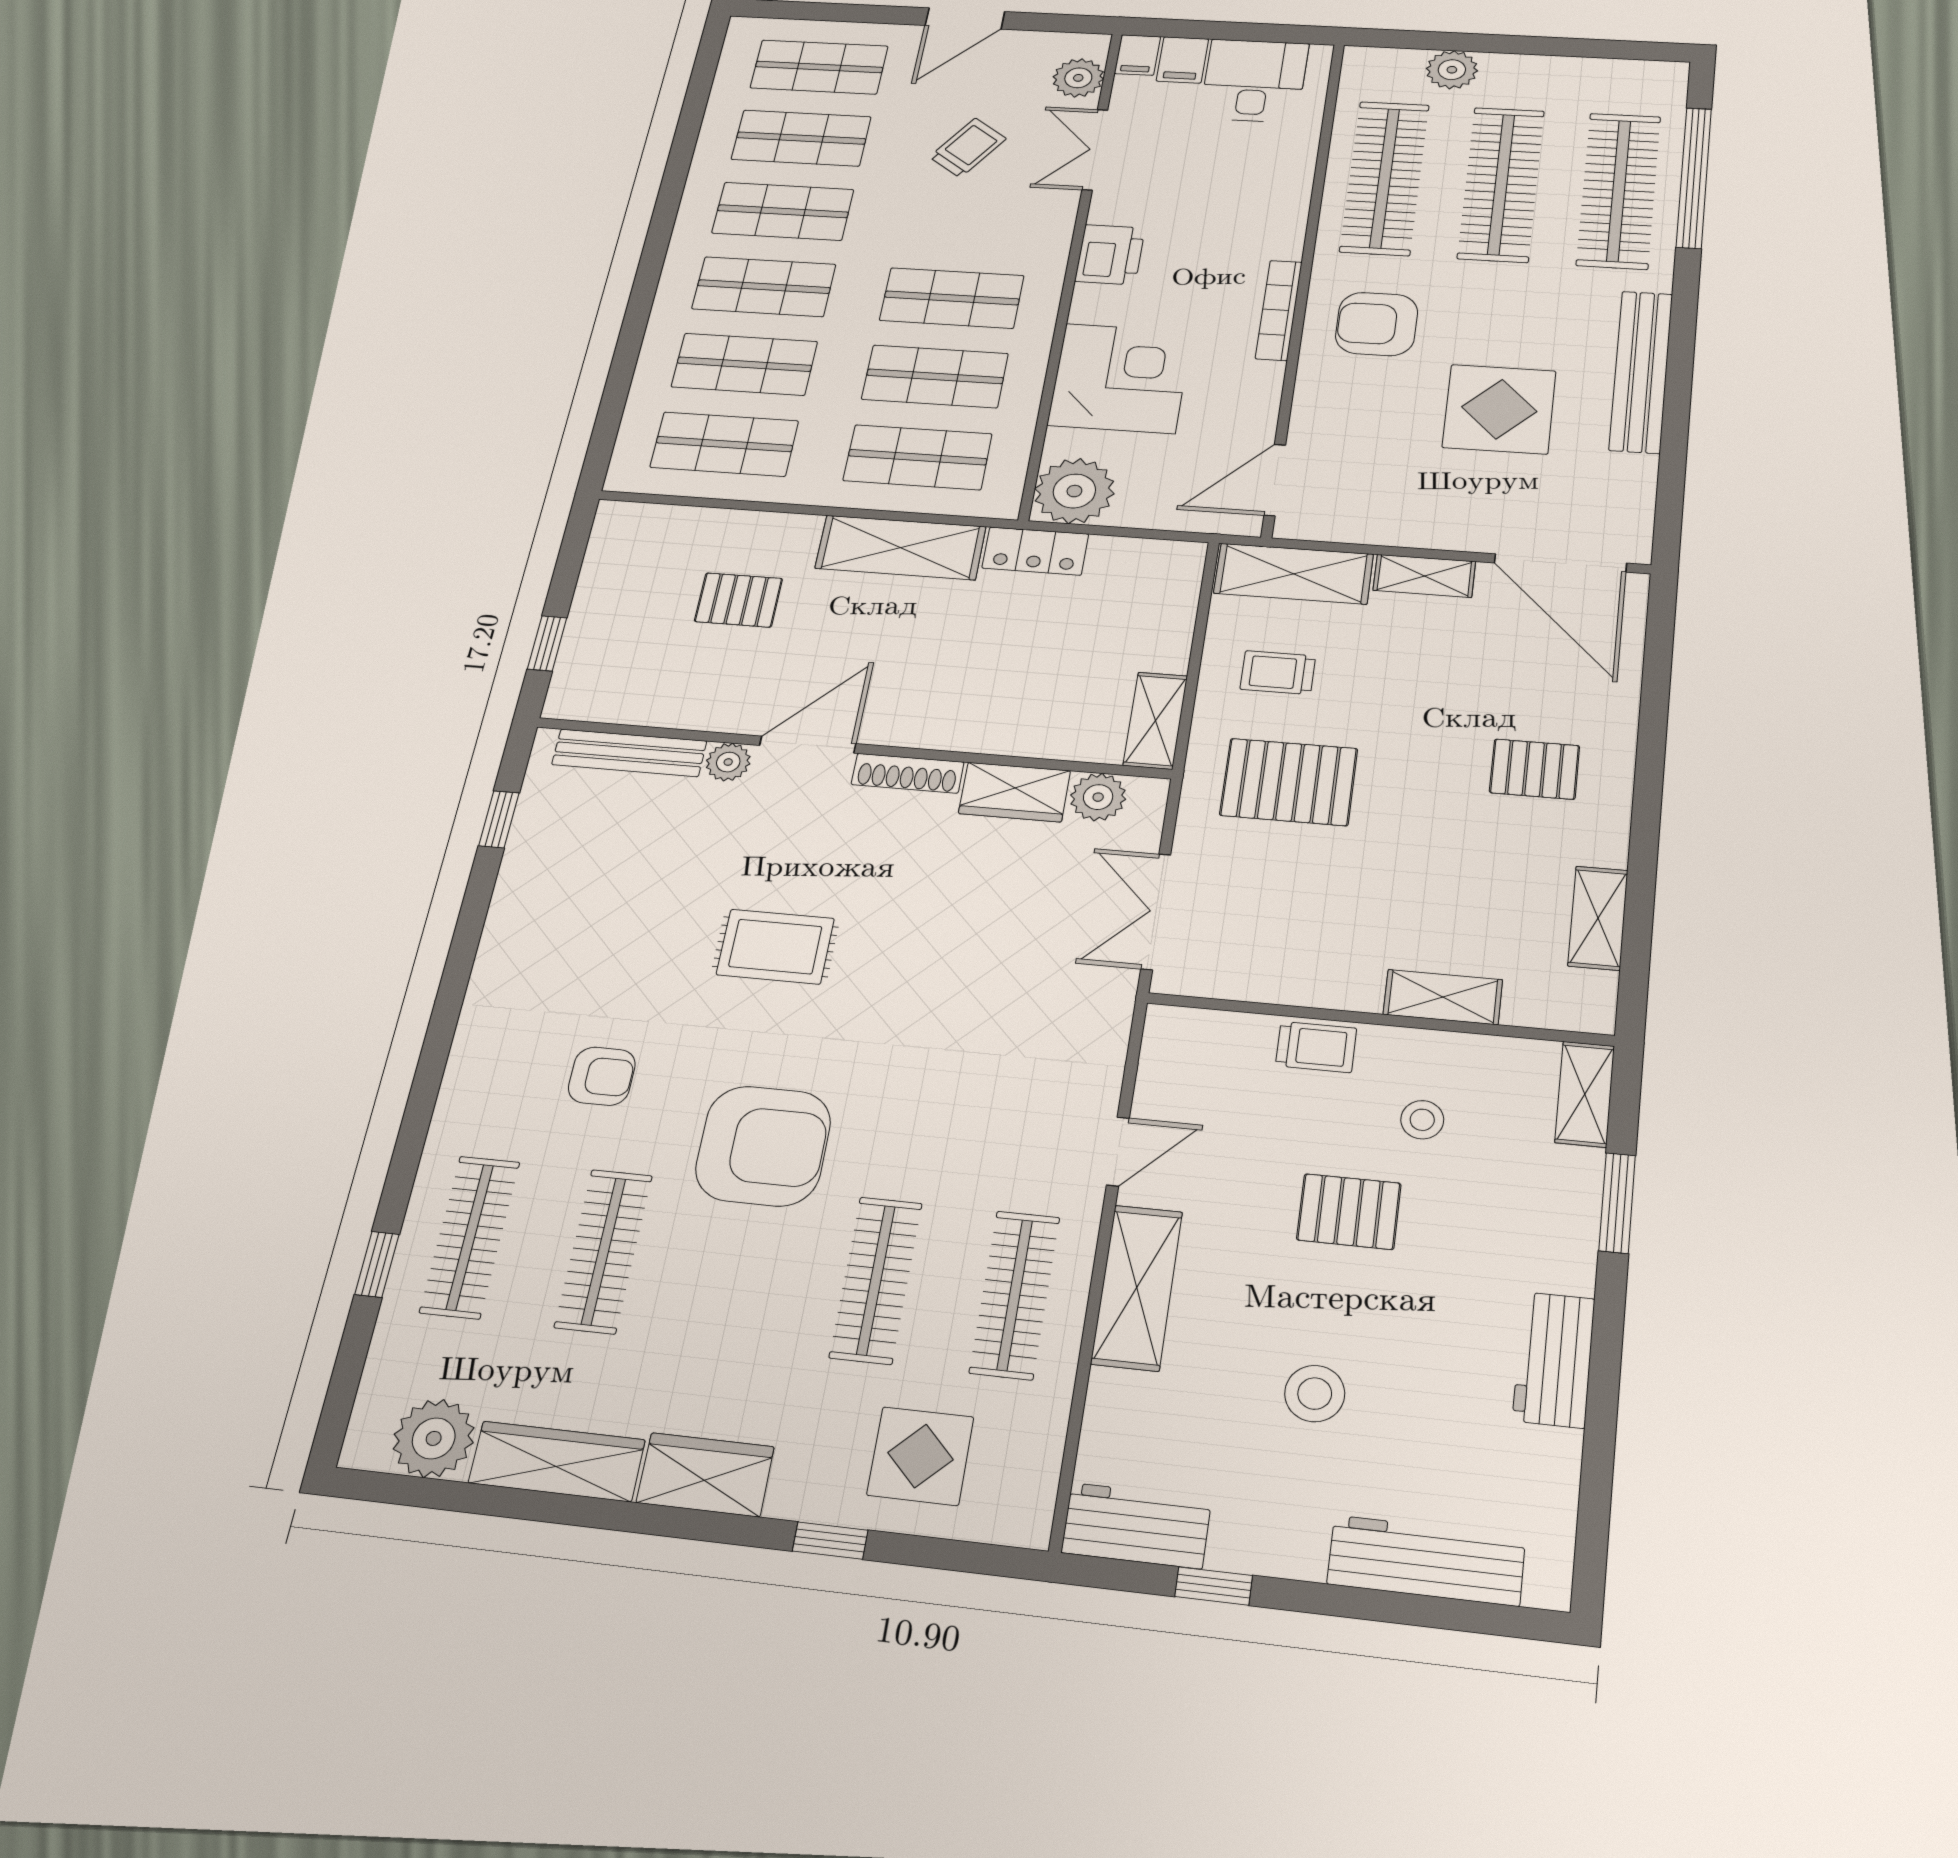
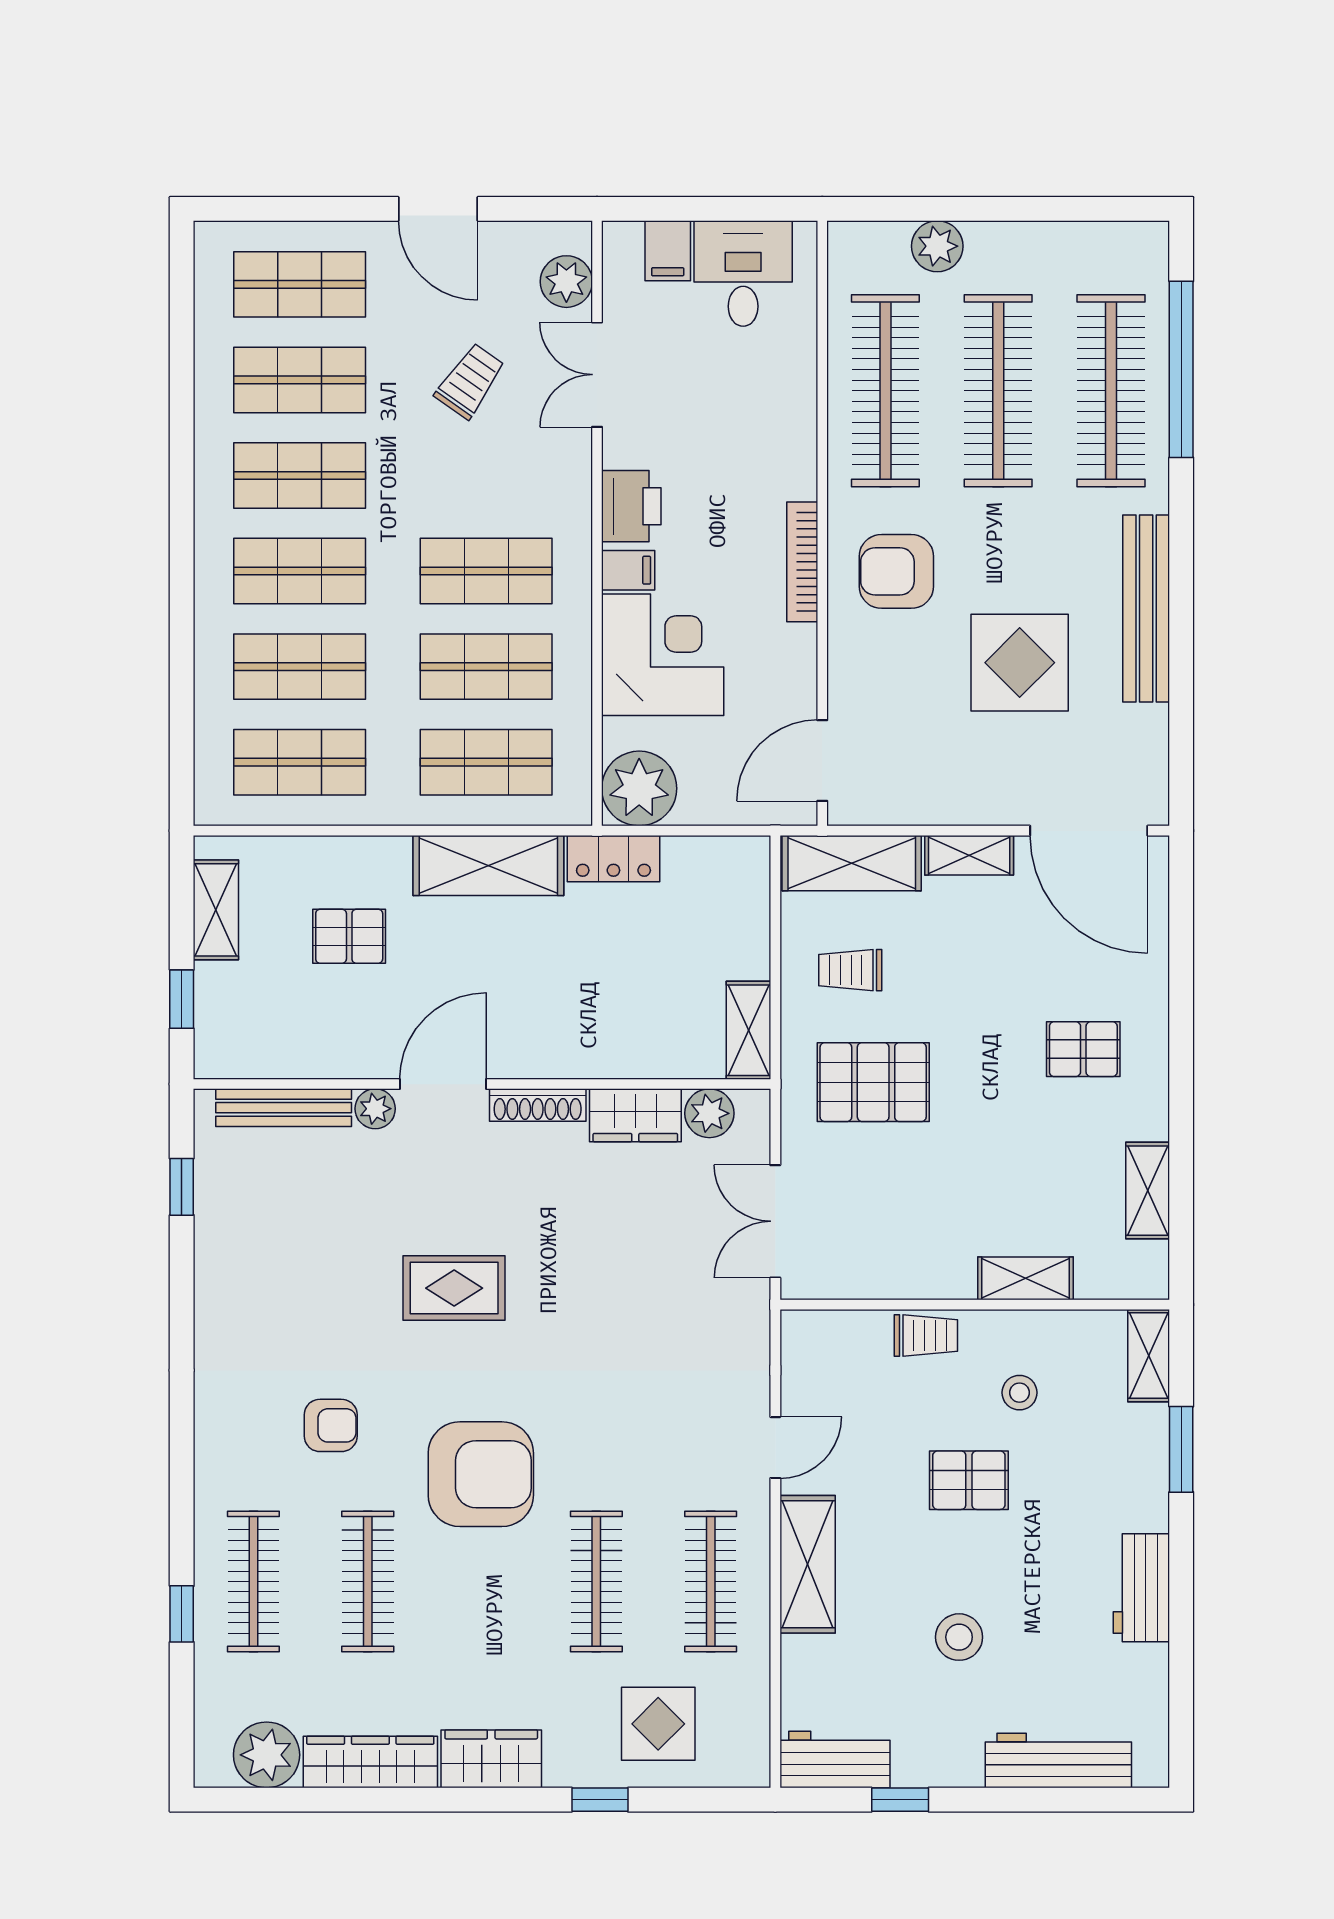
door: (965, 18) -> (438, 209), hinge flipped
filing cabinet: (1137, 55) -> (628, 570), moved, turned -90
shelving: (605, 566) -> (216, 910), added

